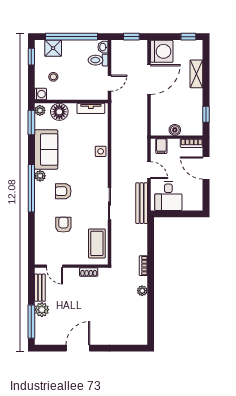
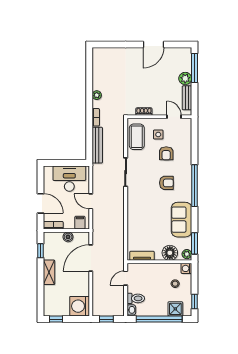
shelving: (196, 74) -> (49, 272), moved
door: (149, 79) -> (91, 258), moved
side table: (101, 151) -> (158, 135), moved
plant: (40, 176) -> (187, 196), removed
desk: (168, 196) -> (69, 179), width x1.37
bench: (142, 203) -> (97, 145), moved

